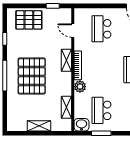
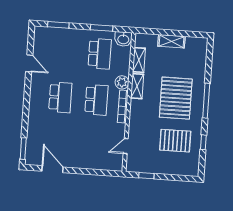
pallet: (29, 20) -> (175, 141), moved
school desk: (101, 29) -> (96, 100), moved
door: (73, 31) -> (126, 146), swing flipped
shelving: (66, 60) -> (137, 86), moved

